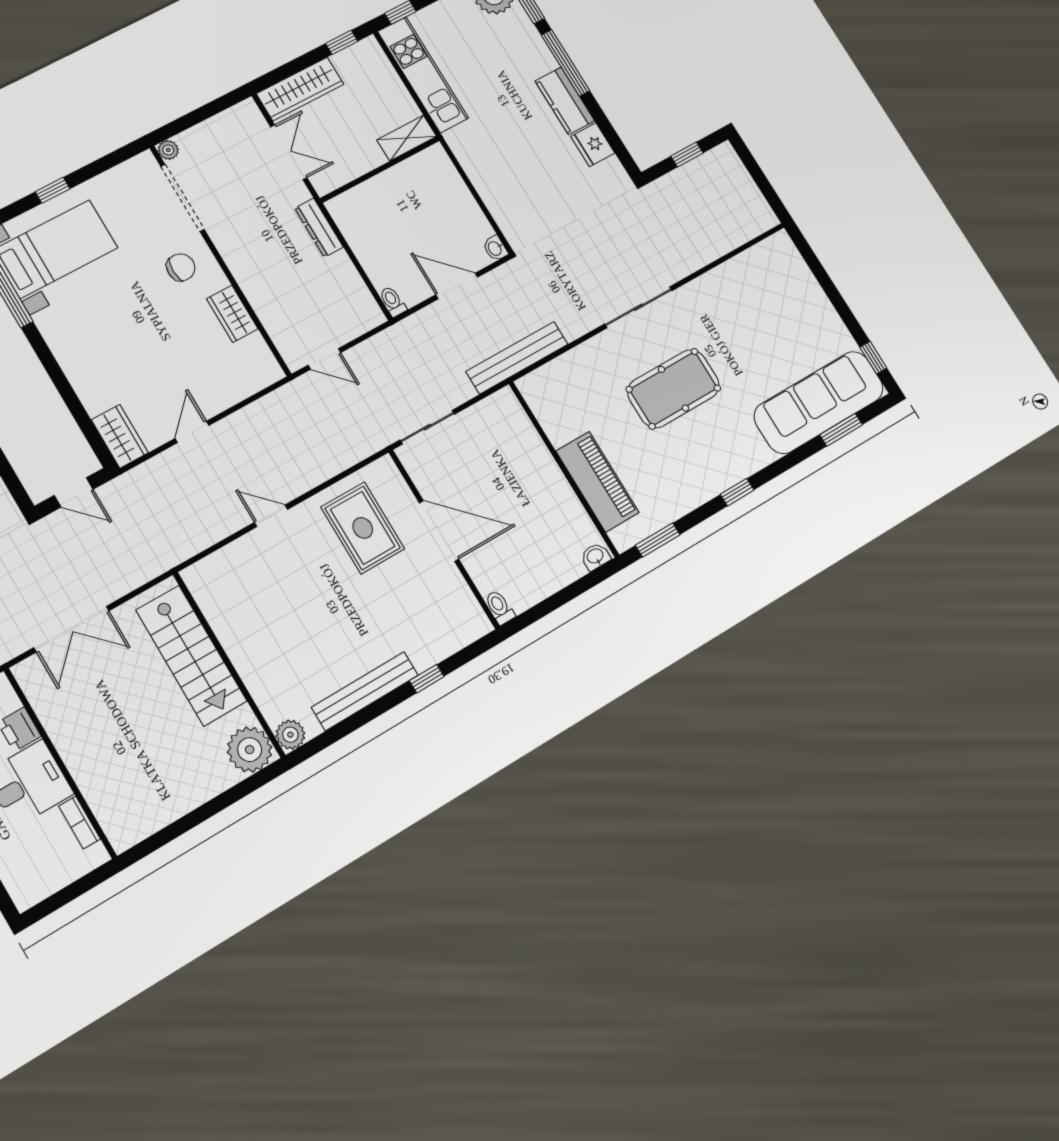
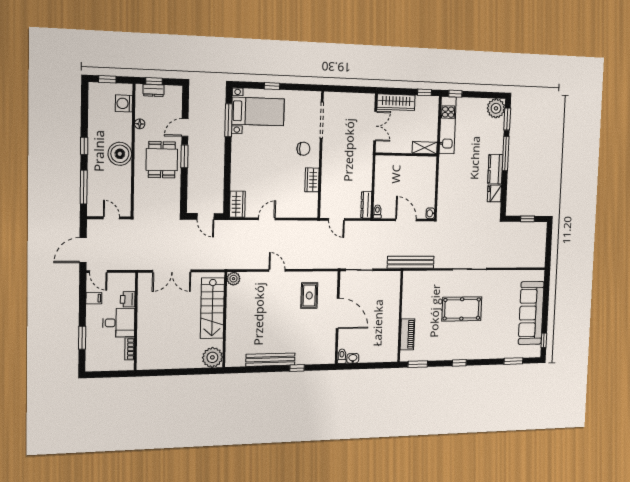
plant: (168, 150) -> (328, 97), removed
dresser: (319, 228) -> (366, 205), moved
sofa: (819, 402) -> (531, 313), moved, turned -90
piano: (597, 482) -> (407, 334), width x0.73, depth x0.75
rug: (363, 528) -> (309, 295), width x0.73, depth x0.70
washbasin: (595, 556) -> (353, 358), moved
plant: (290, 735) -> (233, 279), moved

